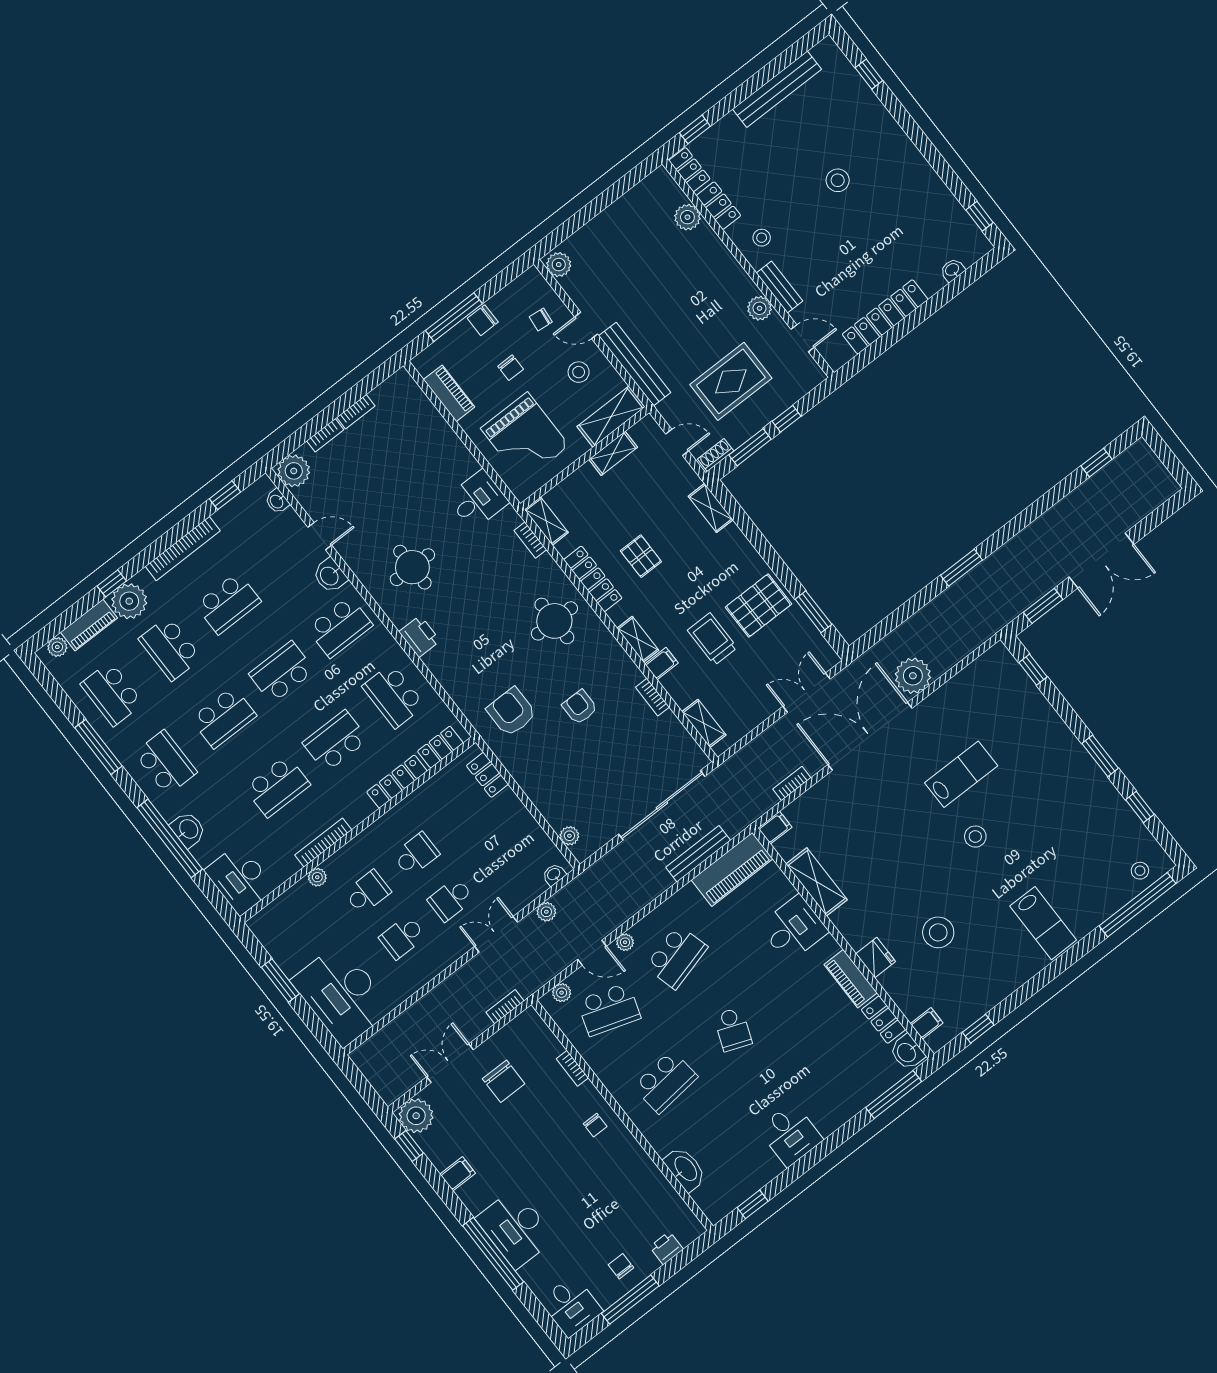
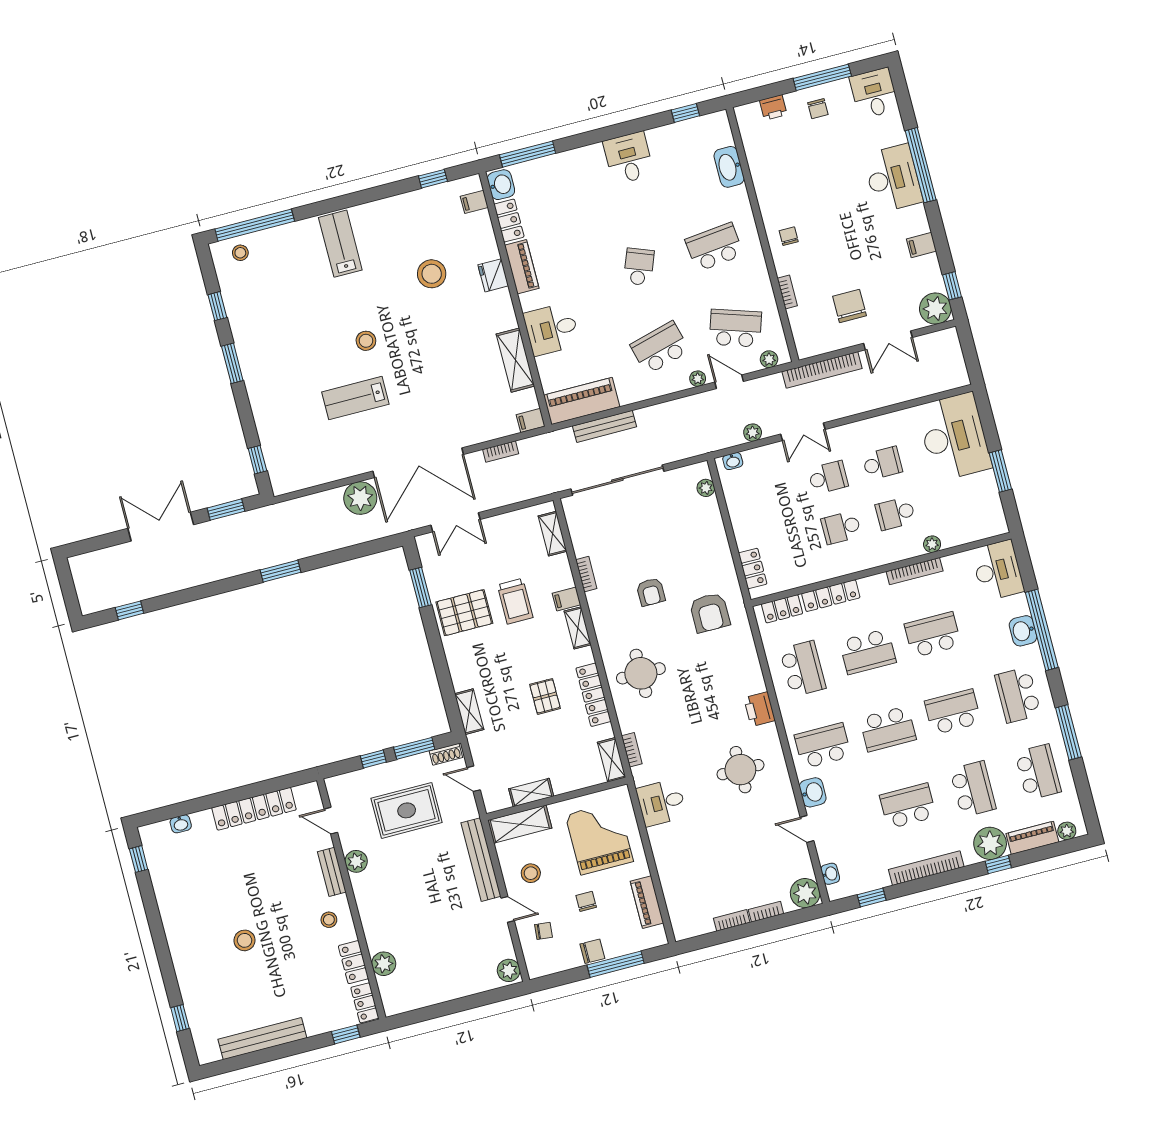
bookcase: (505, 1007) -> (822, 370), width x2.31, depth x1.31

